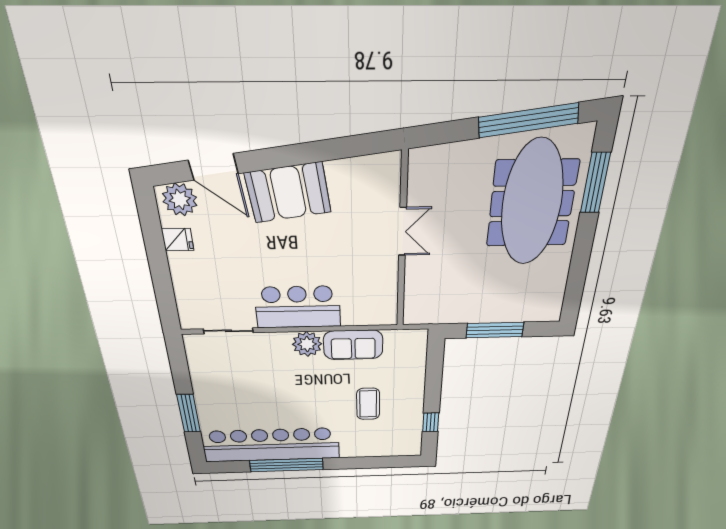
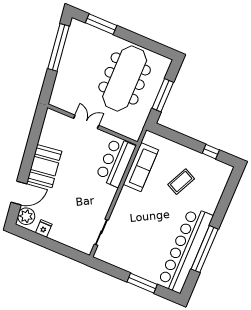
meeting table: (532, 204) -> (125, 78), moved, turned 90
bar counter: (298, 307) -> (116, 162), moved
plant: (307, 344) -> (127, 196), removed
sofa: (353, 345) -> (141, 167), width x1.36
coffee table: (368, 404) -> (181, 182), turned -64

